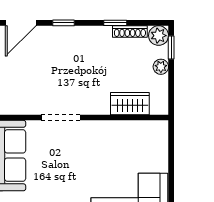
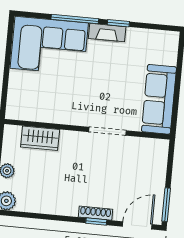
window: (115, 23) -> (47, 217), removed
shoe rack: (130, 31) -> (95, 213), moved

